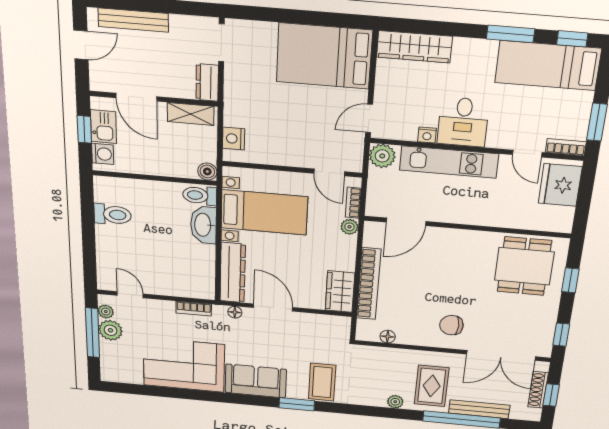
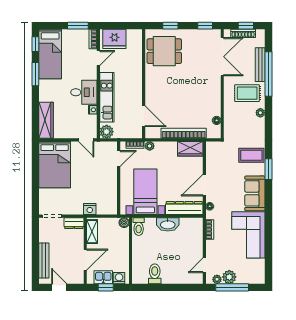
nightstand: (234, 139) -> (90, 209), moved
washbasin: (203, 225) -> (168, 224), moved
chair: (451, 325) -> (205, 86), removed

